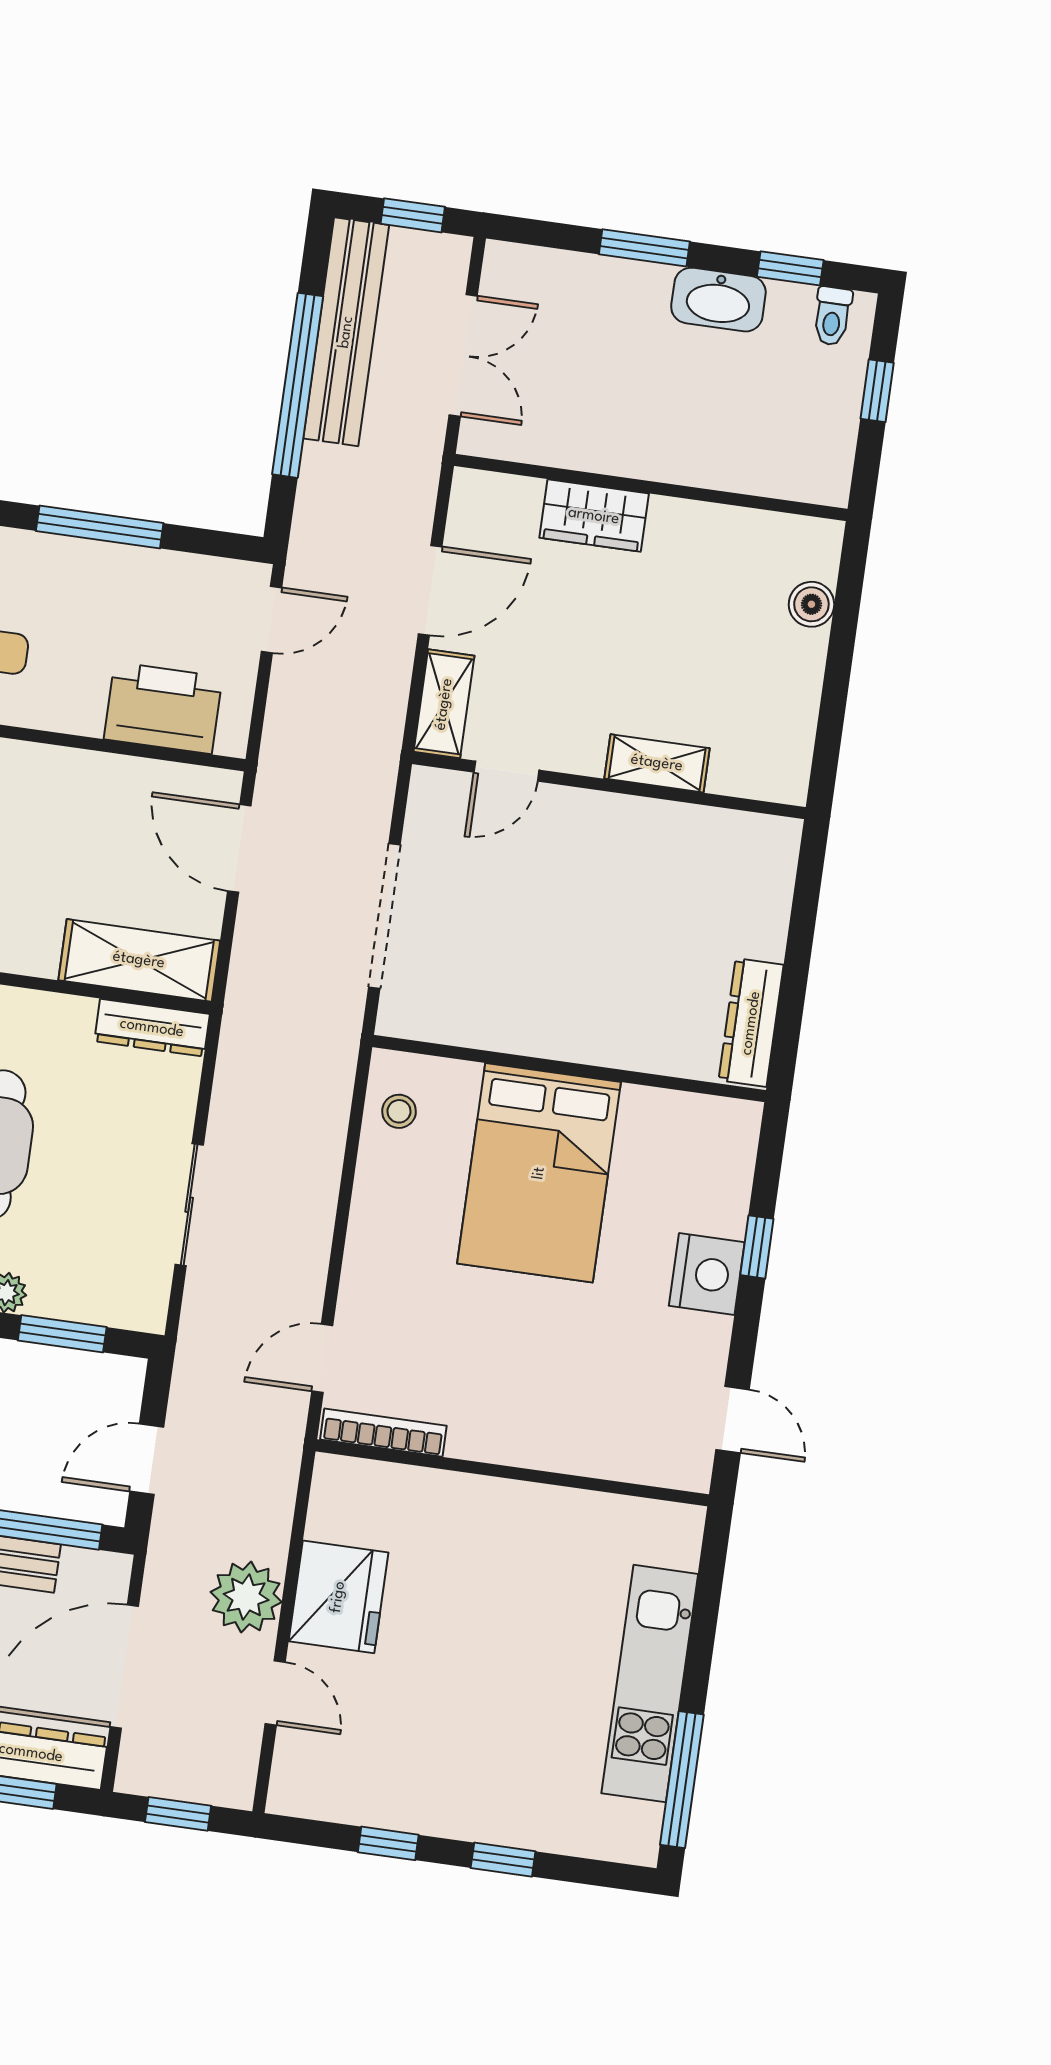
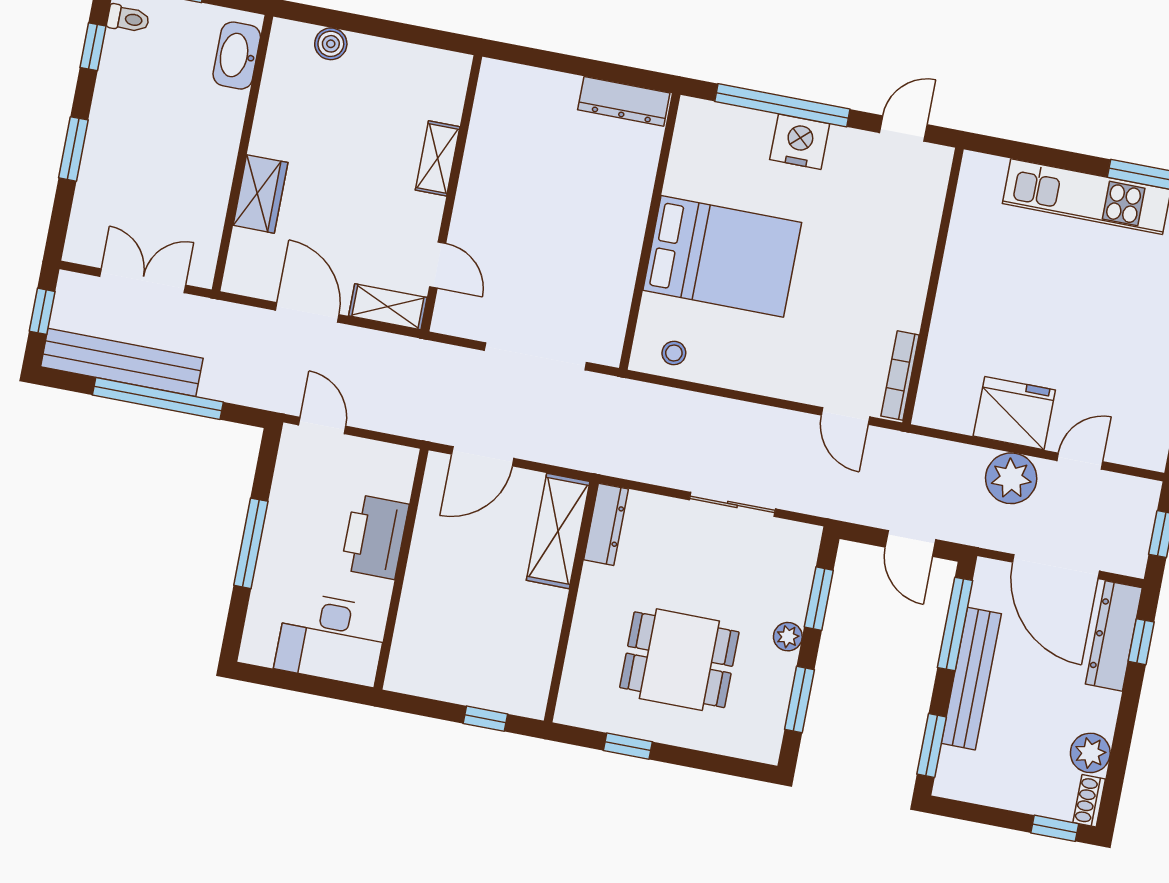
washbasin: (718, 300) -> (237, 56), moved, turned 180
printer: (163, 708) -> (375, 537), moved
window: (757, 1247) -> (782, 105), width x3.17

